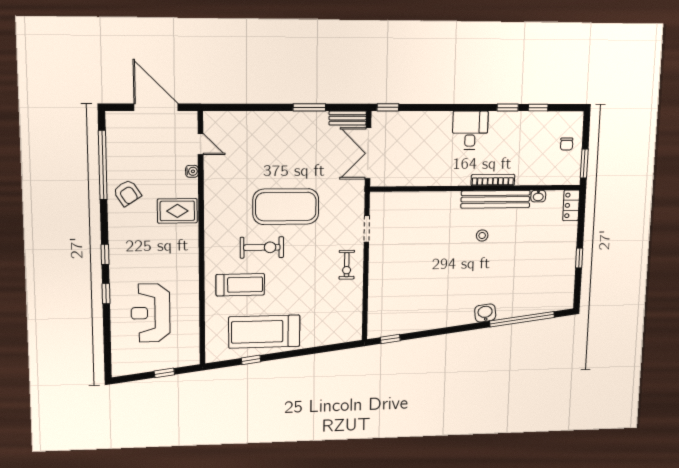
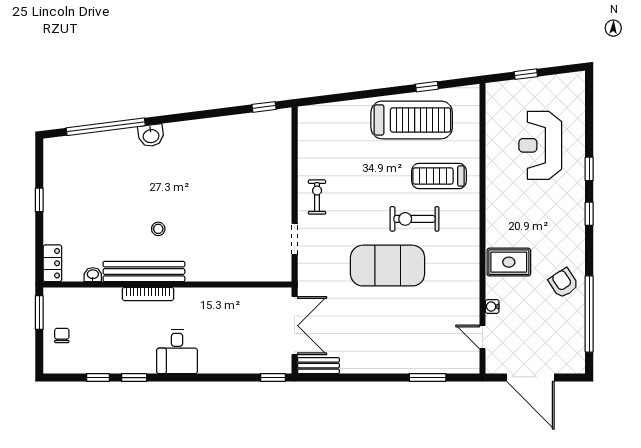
window: (309, 107) -> (428, 378), moved
reception desk: (151, 313) -> (540, 145), turned 180

